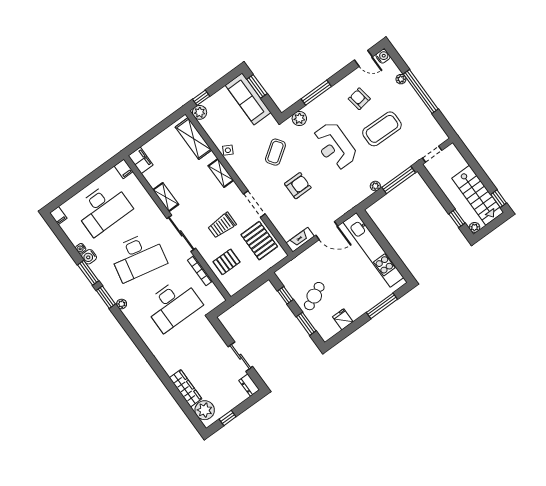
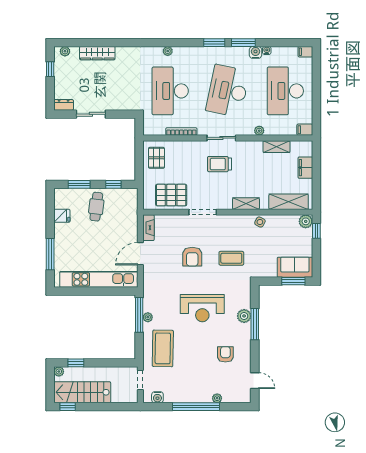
water cooler: (383, 56) -> (157, 397), moved
door: (363, 58) -> (255, 381), swing flipped
sofa: (248, 99) -> (295, 267), width x0.73
armchair: (359, 99) -> (225, 354), turned -81
plant: (299, 118) -> (244, 316), moved
coffee table: (382, 129) -> (163, 348), moved
reception desk: (335, 146) -> (202, 308), turned 180
coffee table: (275, 152) -> (231, 258), turned -55
filing cabinet: (141, 160) -> (305, 168), moved, turned 90
window: (399, 180) -> (139, 315), moved
shelving: (166, 197) -> (276, 147), moved
plant: (152, 206) -> (259, 131), added
trolley: (222, 225) -> (219, 164), moved, turned -90
sliding door: (181, 233) -> (221, 138), width x0.73
pallet: (227, 262) -> (156, 158), moved
cafe table: (314, 296) -> (96, 207), turned 33
plant: (122, 304) -> (168, 51), moved
plant: (205, 410) -> (65, 51), width x0.53, depth x0.53

